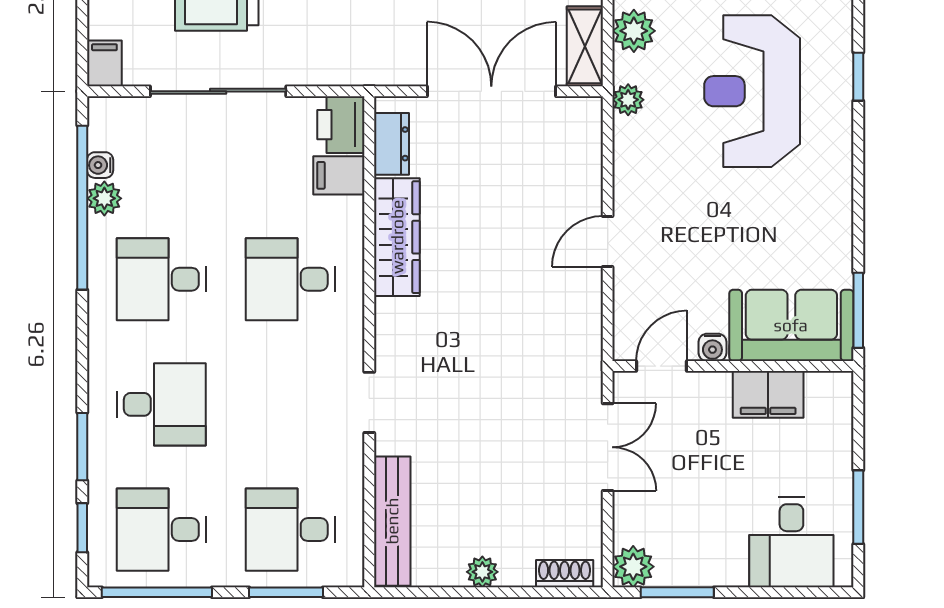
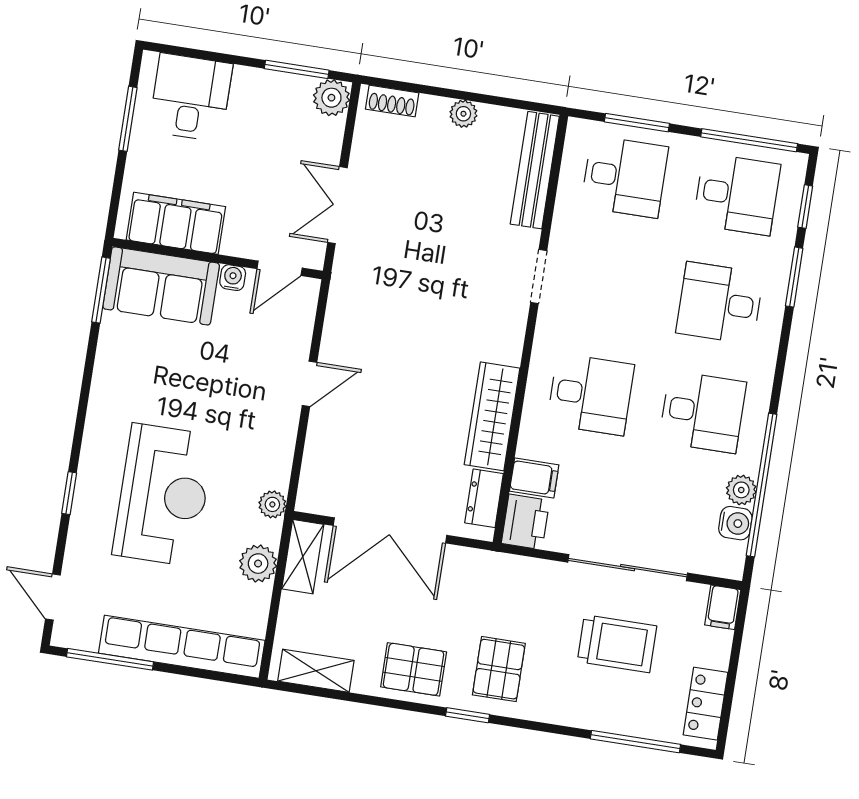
water cooler: (100, 165) -> (735, 523), width x1.38, depth x1.38
filing cabinet: (768, 394) -> (176, 223), width x1.50, depth x1.17

